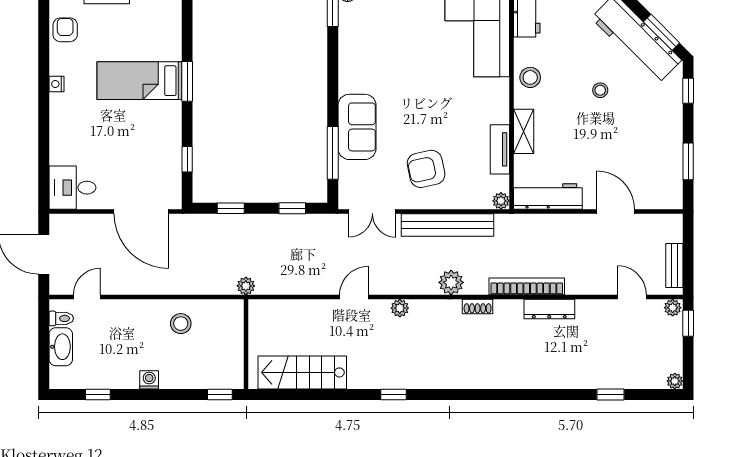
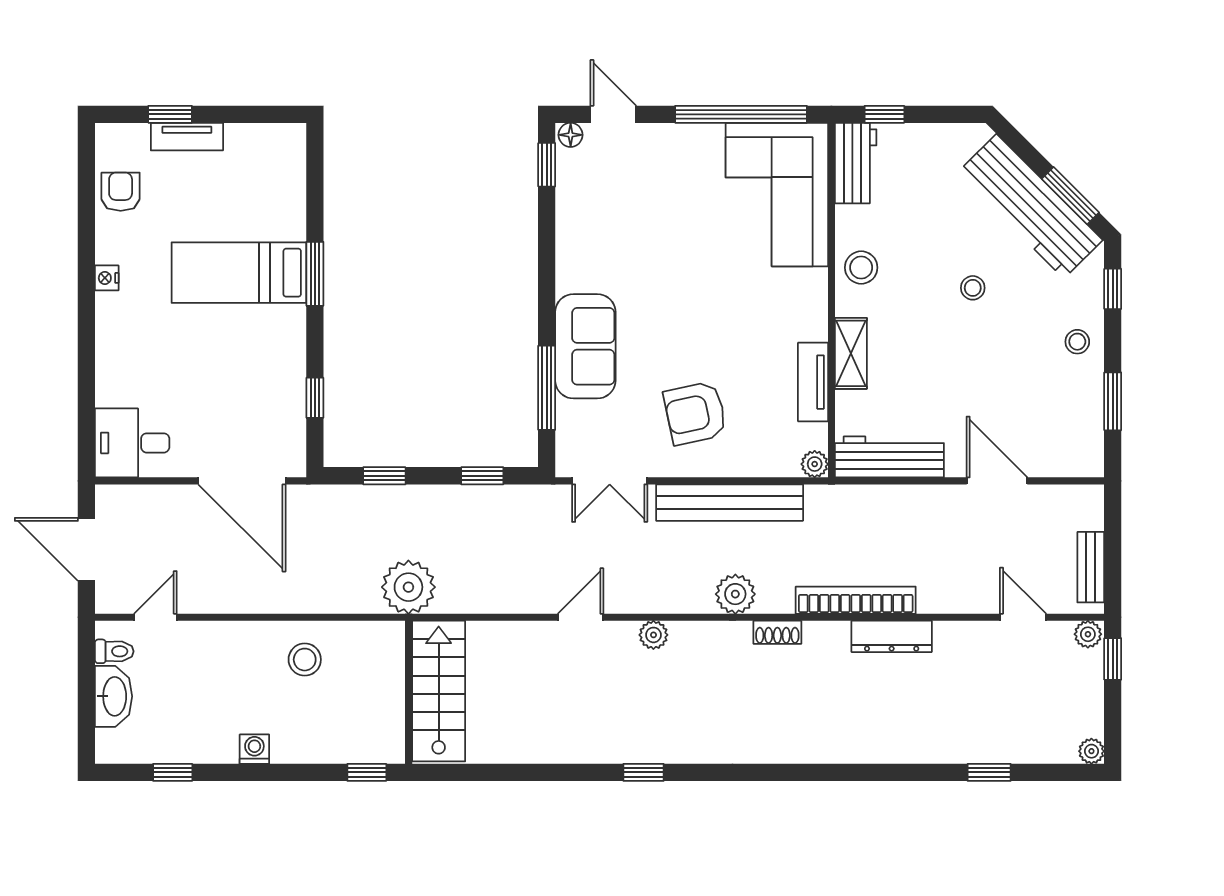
stool: (666, 124) -> (1077, 342), added
plant: (246, 286) -> (408, 587), width x1.87, depth x1.87
stairs: (302, 372) -> (439, 691), moved, turned 90

